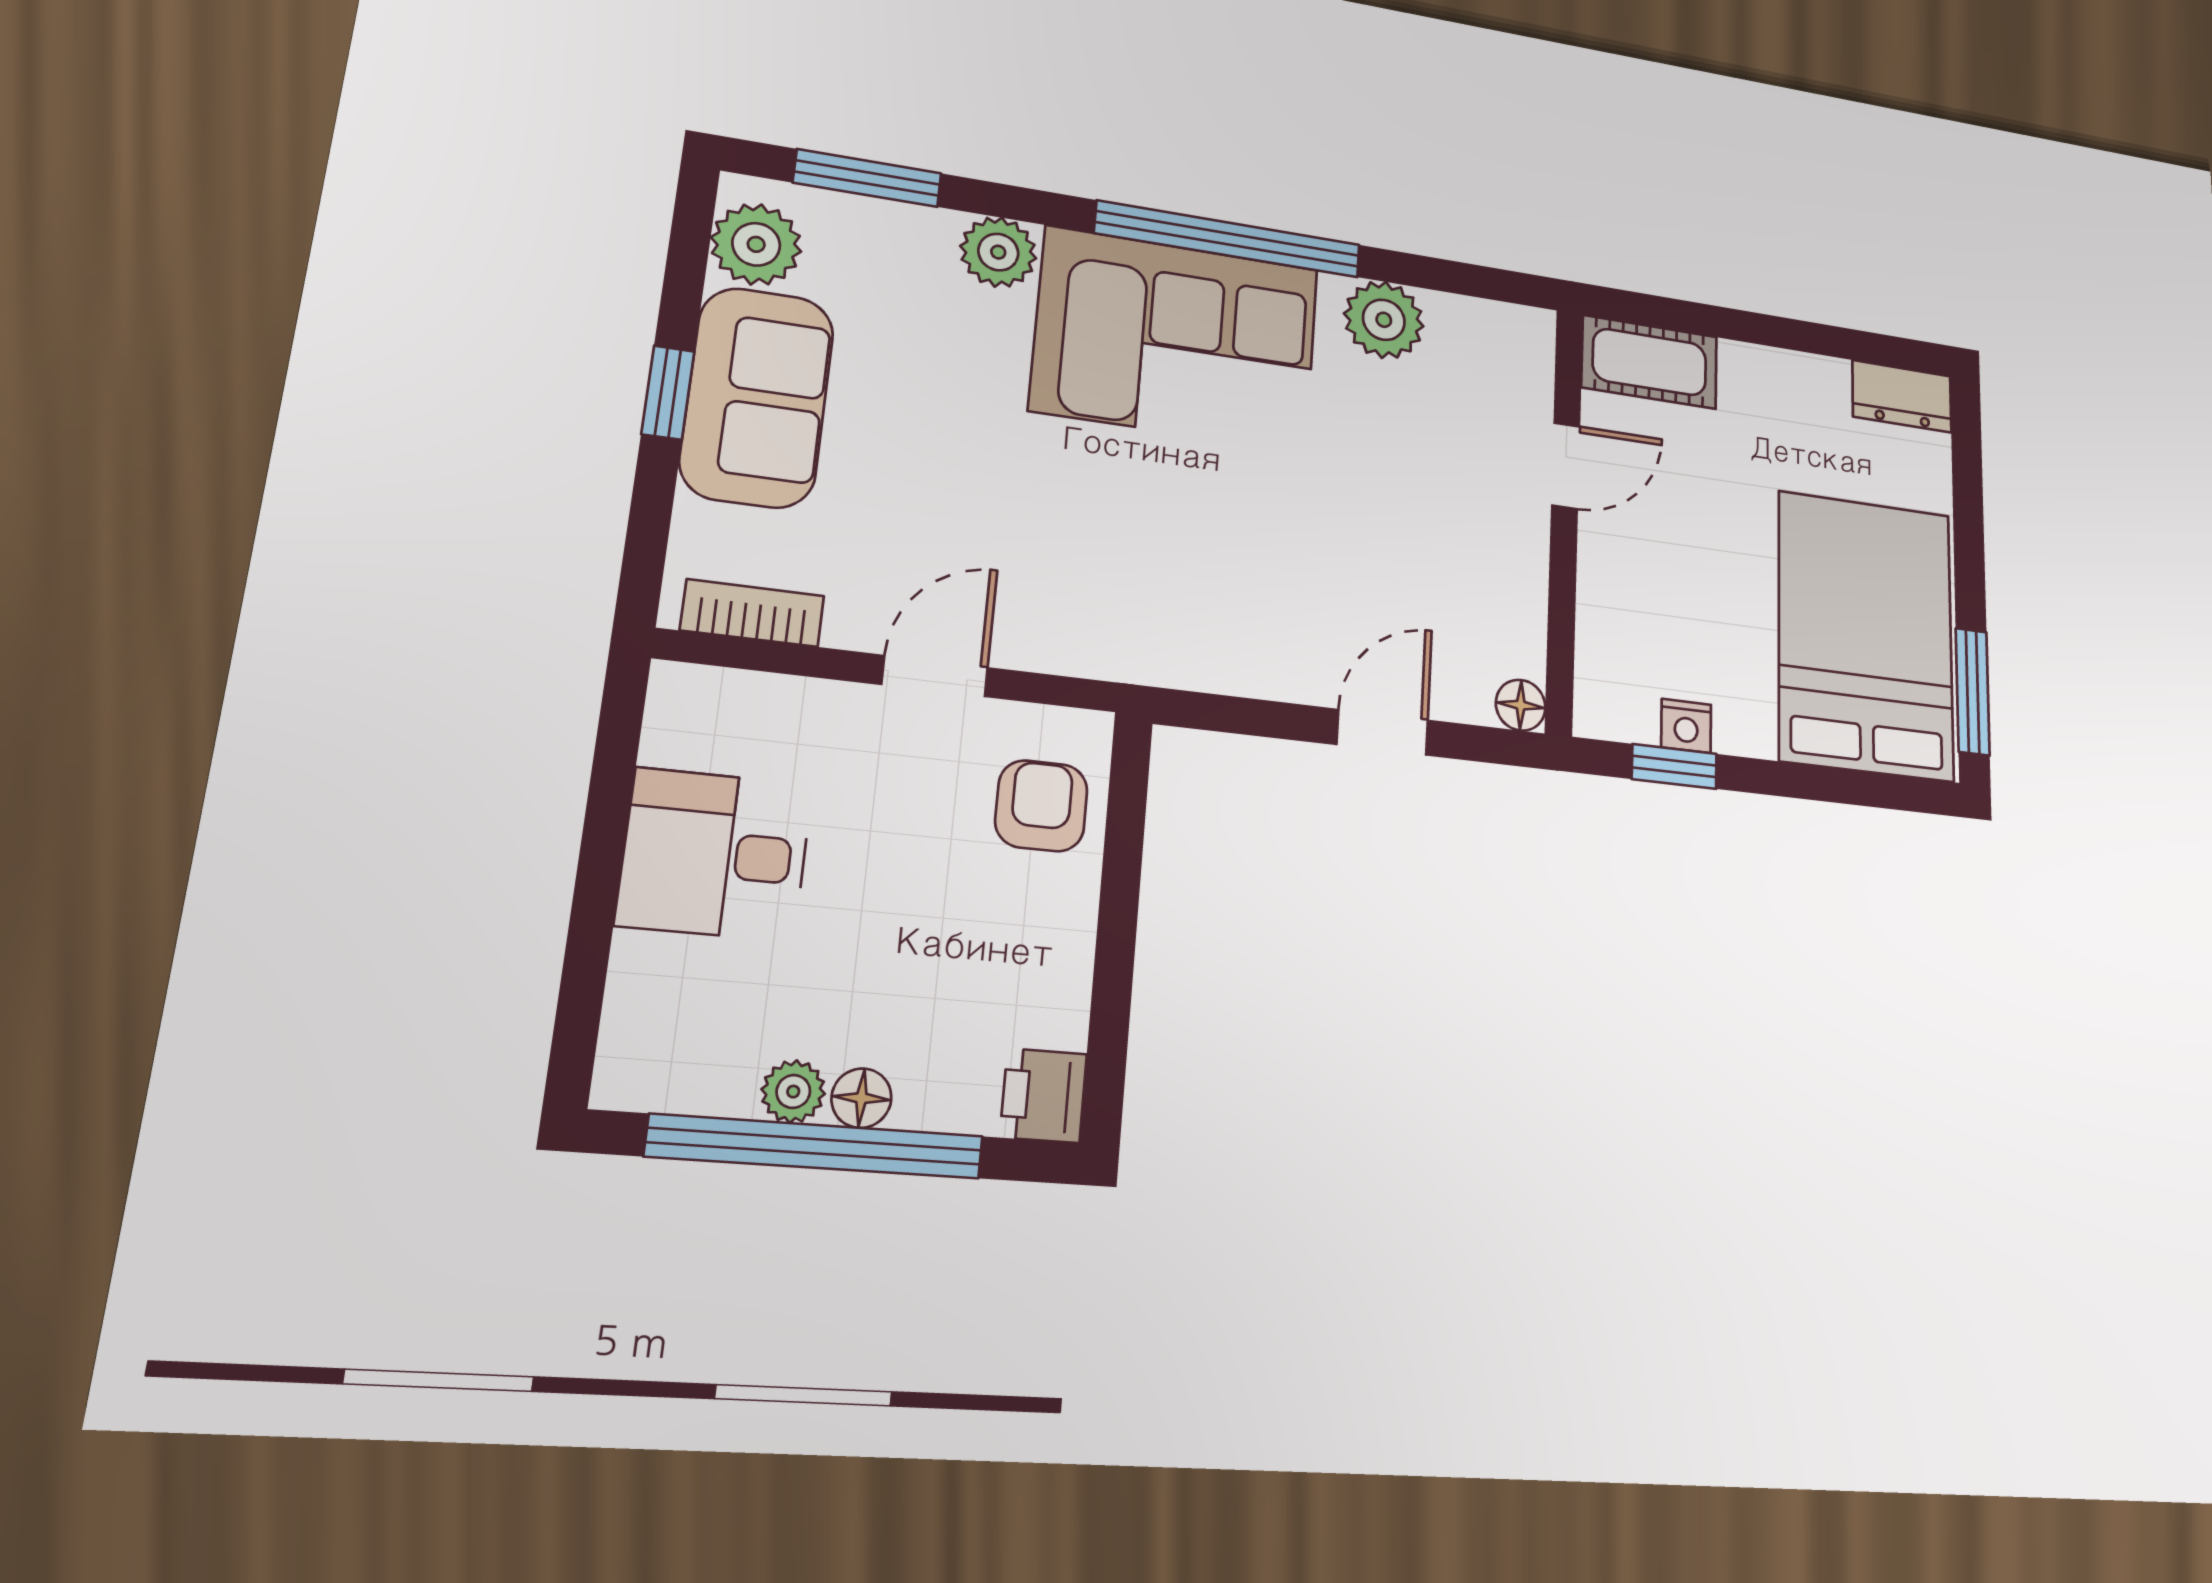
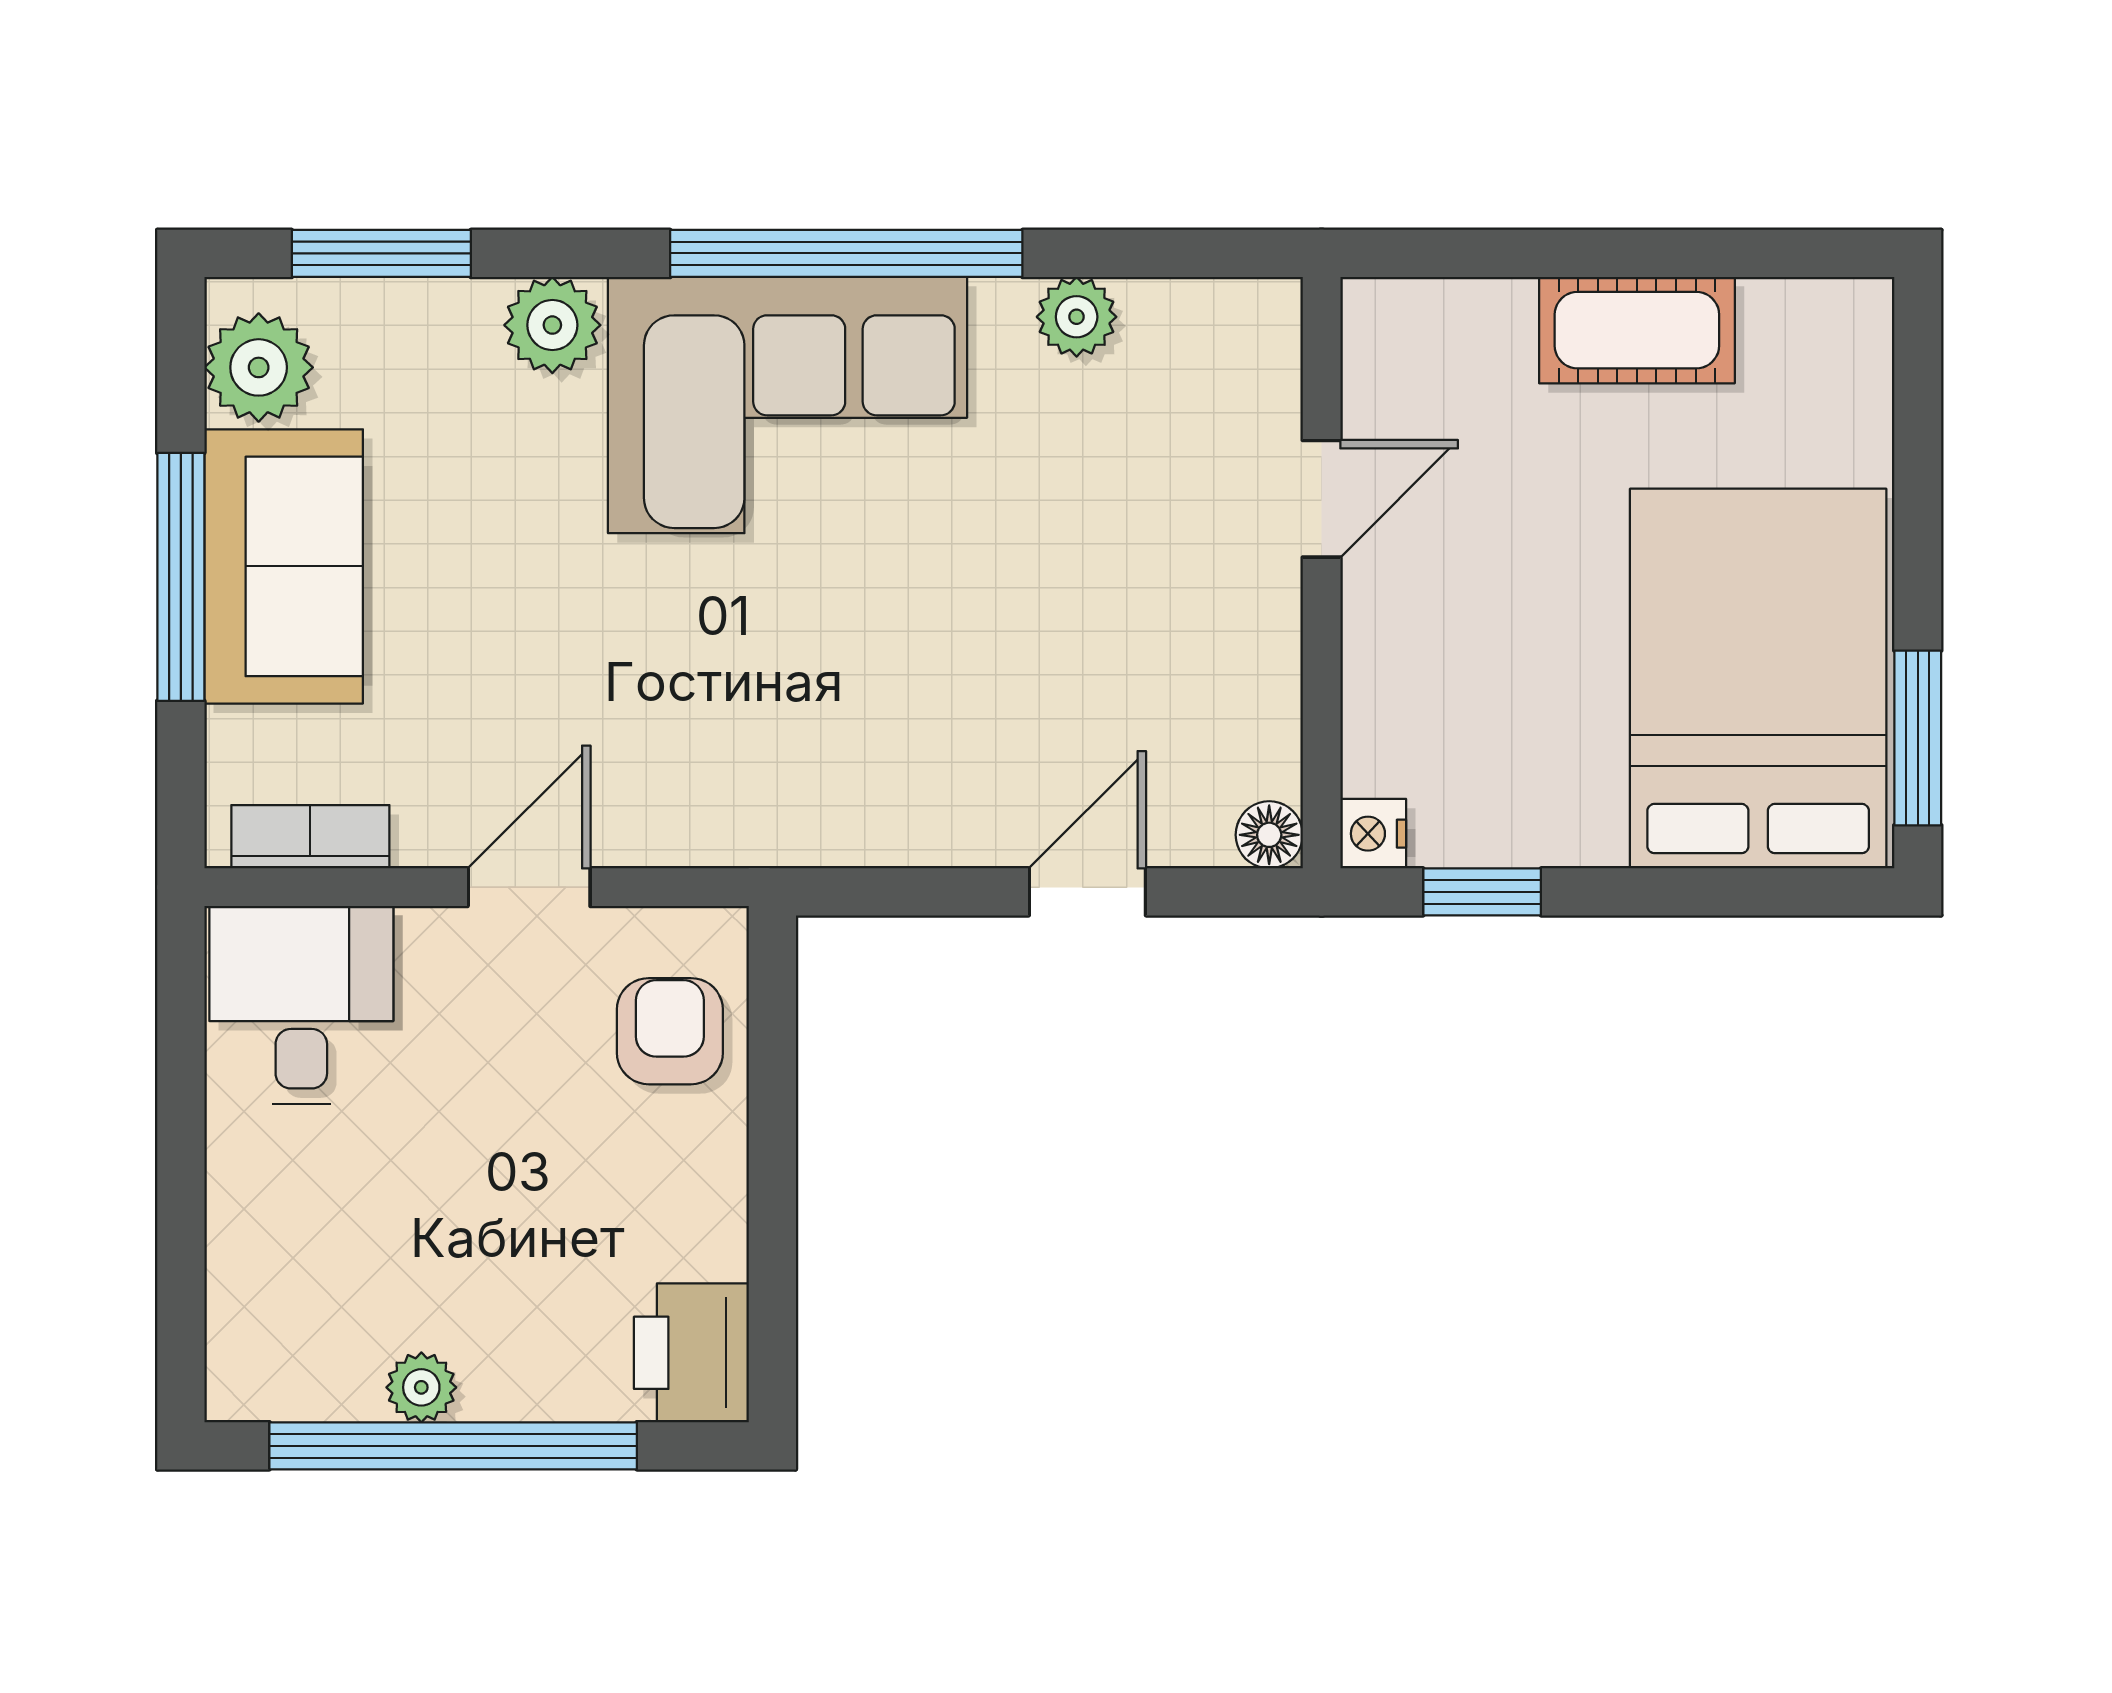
plant: (1384, 320) -> (1077, 317), width x0.73, depth x0.73
cot: (1649, 362) -> (1637, 330), moved
window: (668, 393) -> (181, 577), width x2.17
dresser: (1902, 396) -> (1818, 320), removed
nightstand: (1686, 726) -> (1373, 834), moved, turned 90
desk: (715, 854) -> (301, 1005), moved, turned 90
printer: (1043, 1096) -> (691, 1353), width x1.36, depth x1.24
floor lamp: (861, 1098) -> (497, 1389), removed

